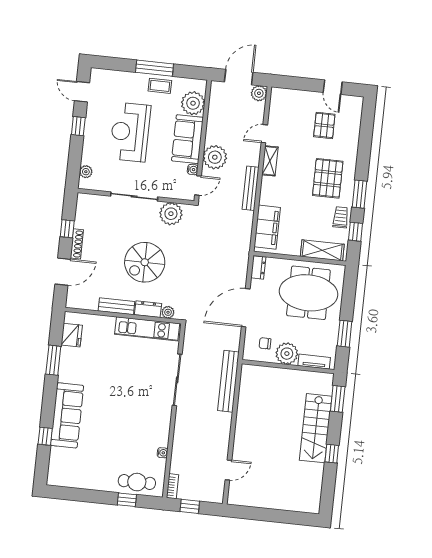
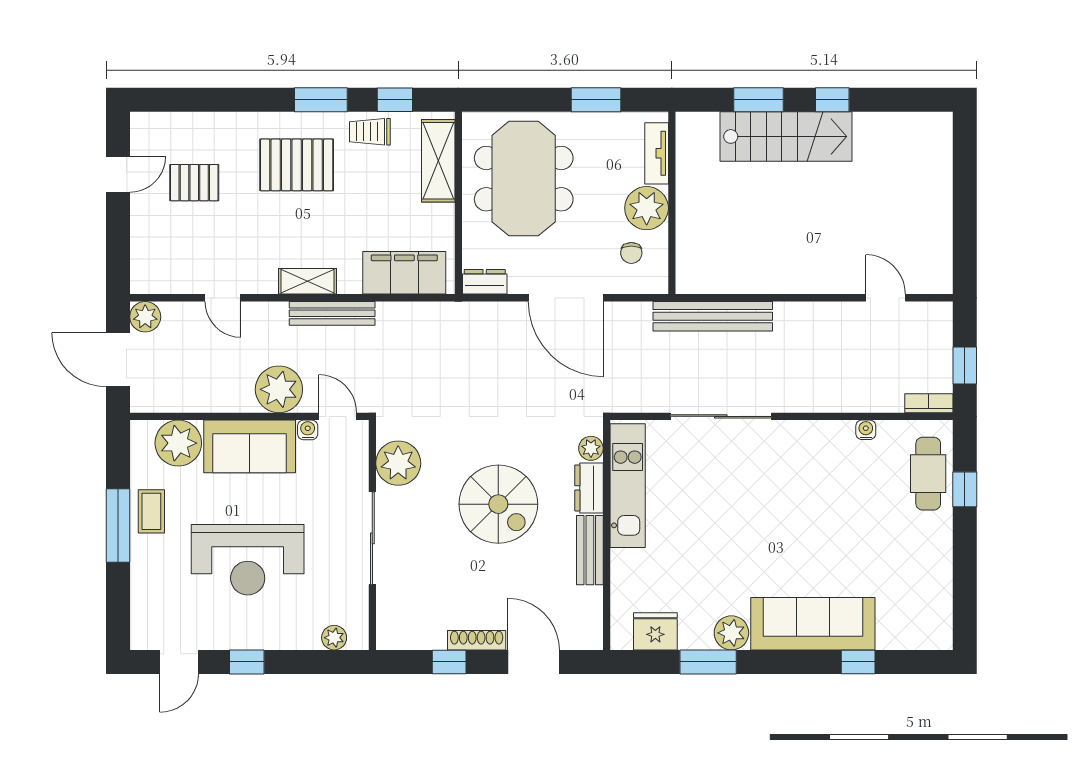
shelving: (270, 161) -> (307, 281), moved
plant: (67, 374) -> (731, 633), added
window: (338, 399) -> (759, 100), moved

